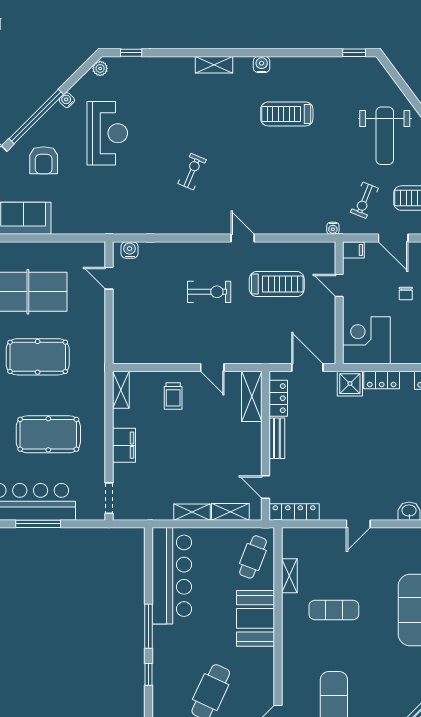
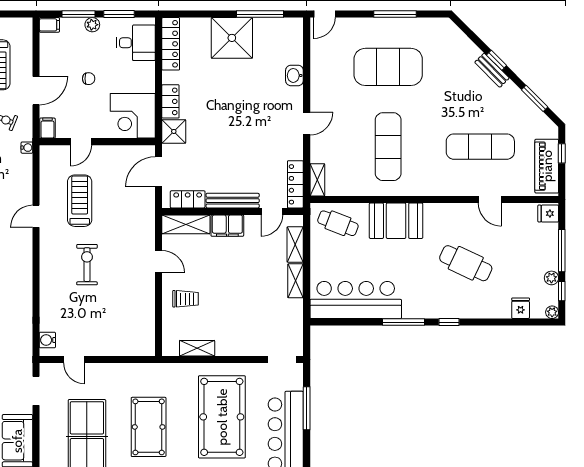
doorway: (76, 238) -> (36, 391), added
door: (243, 238) -> (36, 216), moved
door: (109, 278) -> (74, 359), hinge flipped
door: (212, 367) -> (159, 262), hinge flipped
shelving: (121, 390) -> (197, 348), moved
pool table: (48, 434) -> (222, 417), width x1.36, depth x1.32
bench: (277, 438) -> (233, 201), width x1.36
filing cabinet: (124, 445) -> (227, 226), moved, turned 180
window: (38, 524) -> (307, 408), moved
door: (358, 524) -> (307, 123), hinge flipped
shelving: (289, 576) -> (317, 180), moved, turned 90
exercise mat: (334, 610) -> (388, 147), width x1.36, depth x1.45

